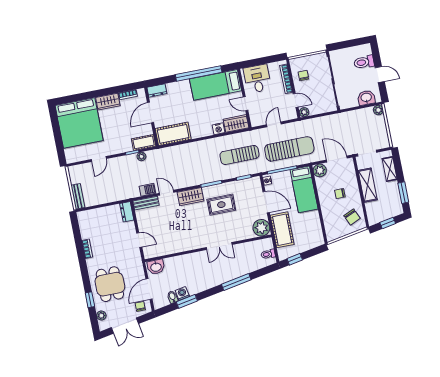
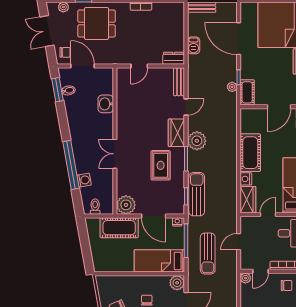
door: (151, 113) -> (279, 107), swing flipped
door: (274, 124) -> (239, 242), swing flipped
cot: (173, 134) -> (250, 153), moved
sun lounger: (289, 149) -> (208, 254), width x0.73, depth x0.75
sun lounger: (239, 155) -> (197, 194), moved
door: (99, 159) -> (239, 39), width x1.87
plant: (194, 178) -> (197, 141), added
barbecue: (147, 190) -> (194, 45), moved
door: (266, 202) -> (154, 216), hinge flipped
window: (295, 259) -> (83, 235), removed
washbasin: (156, 267) -> (106, 104), moved
window: (236, 282) -> (71, 165), width x1.46
washing machine: (182, 293) -> (84, 180), moved
window: (187, 301) -> (57, 90), moved

